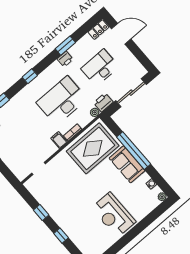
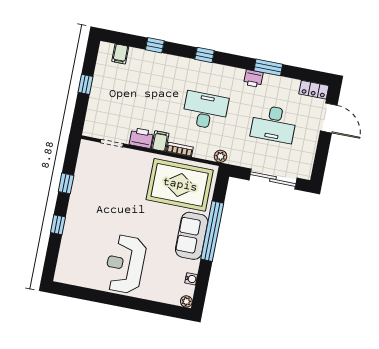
desk: (100, 68) -> (274, 124), turned 180
desk: (62, 101) -> (205, 110), width x0.73, depth x0.77
printer: (103, 102) -> (141, 138), moved

